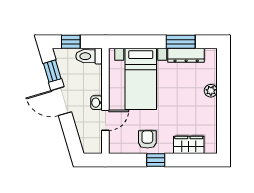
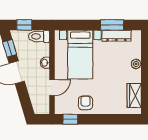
washbasin: (96, 103) -> (45, 63), moved
wardrobe: (189, 145) -> (134, 95), moved, turned -90
window: (156, 160) -> (70, 119), moved

